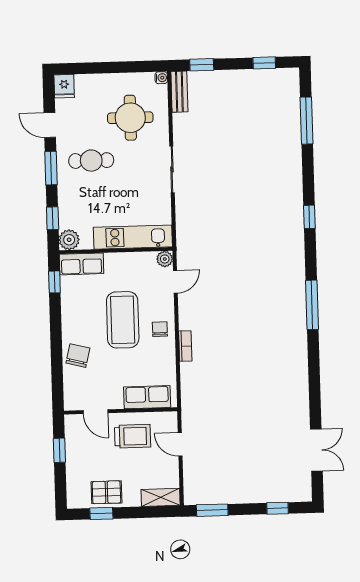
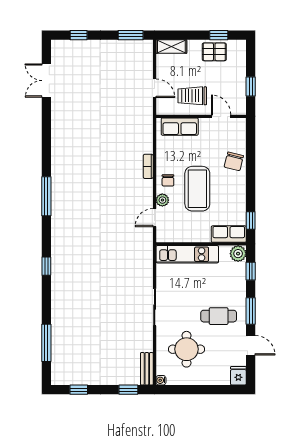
plant: (165, 259) -> (162, 200), moved

